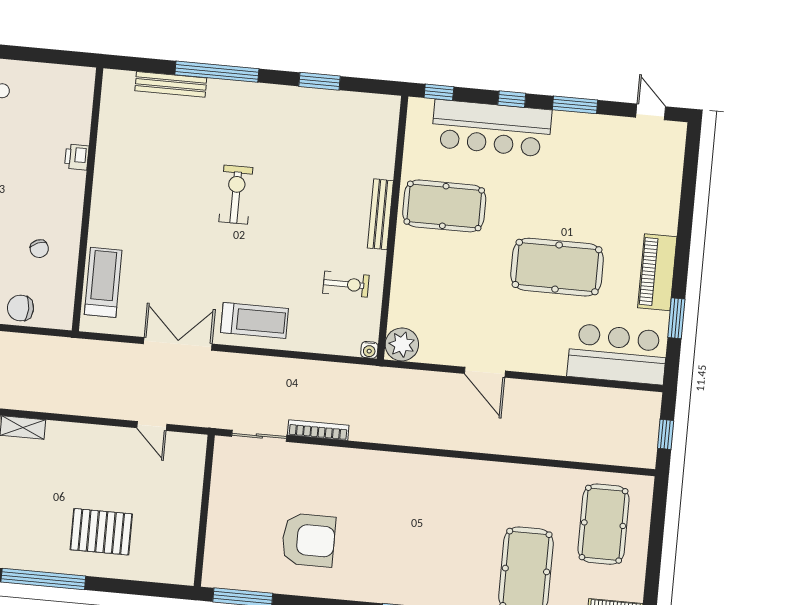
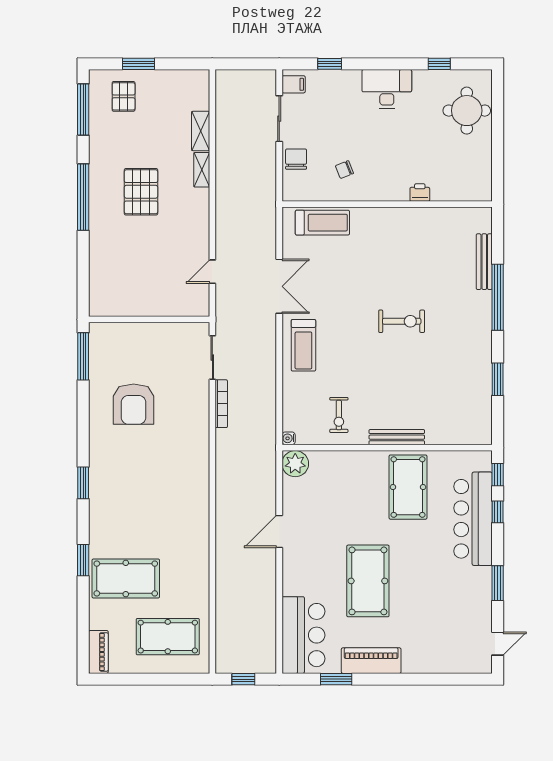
window: (512, 99) -> (498, 512), moved
pallet: (101, 532) -> (141, 192), moved

